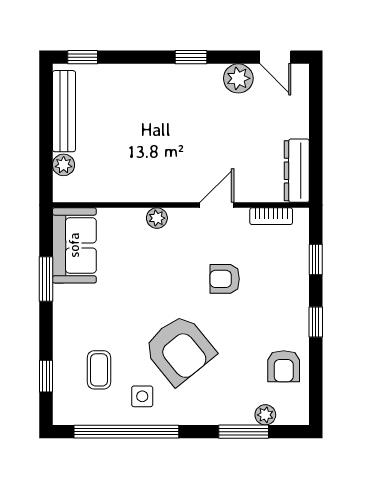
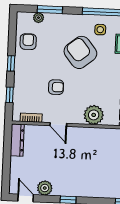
door: (217, 205) -> (58, 125), hinge flipped
plant: (157, 218) -> (94, 115), width x1.88, depth x1.88

